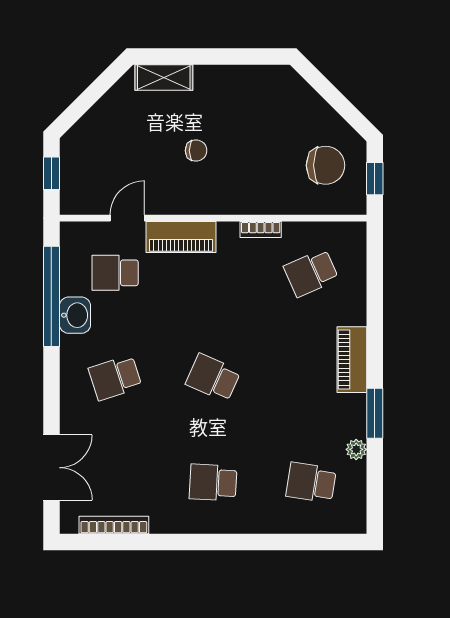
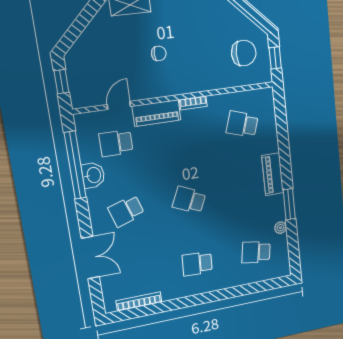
bookcase: (261, 230) -> (193, 103), moved
school desk: (311, 273) -> (242, 124), turned 42
double door: (51, 468) -> (90, 258), moved

